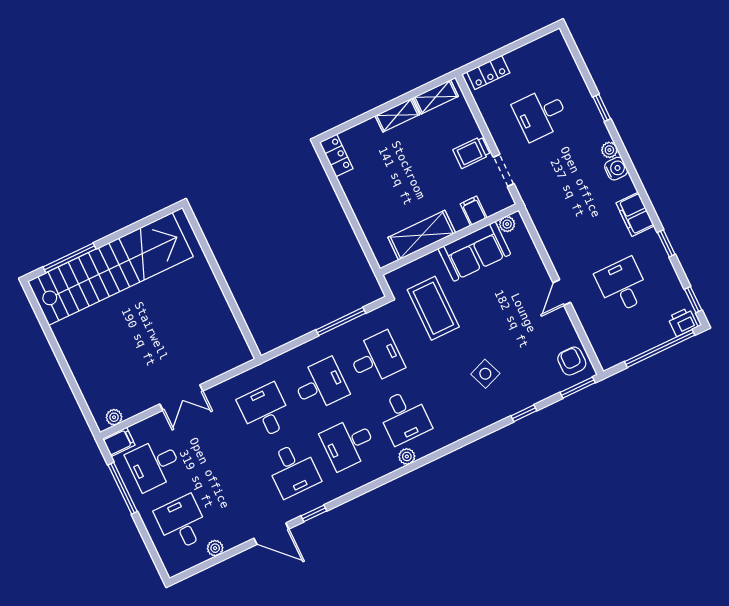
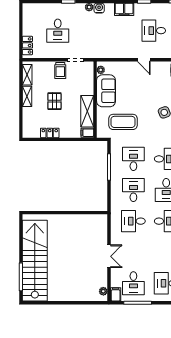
locker: (336, 155) -> (50, 133), moved
pallet: (412, 168) -> (54, 101), added
filing cabinet: (474, 211) -> (87, 133), moved

